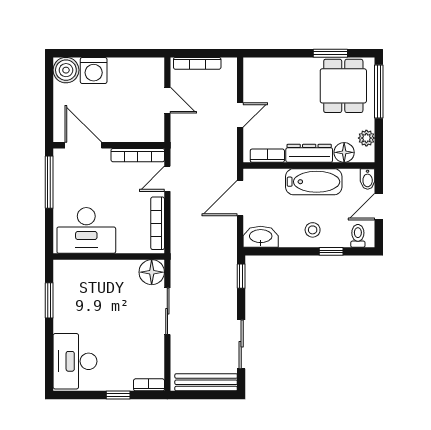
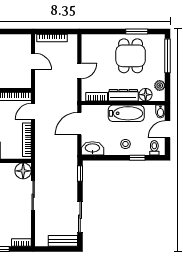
dining table: (343, 86) -> (131, 56), moved
bench: (206, 382) -> (63, 241), width x0.73

